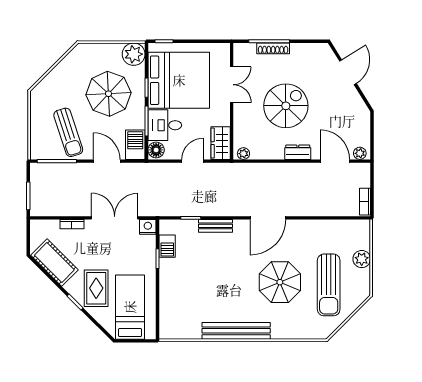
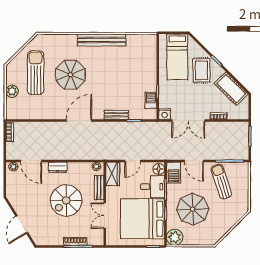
bench: (240, 124) -> (99, 188), added

